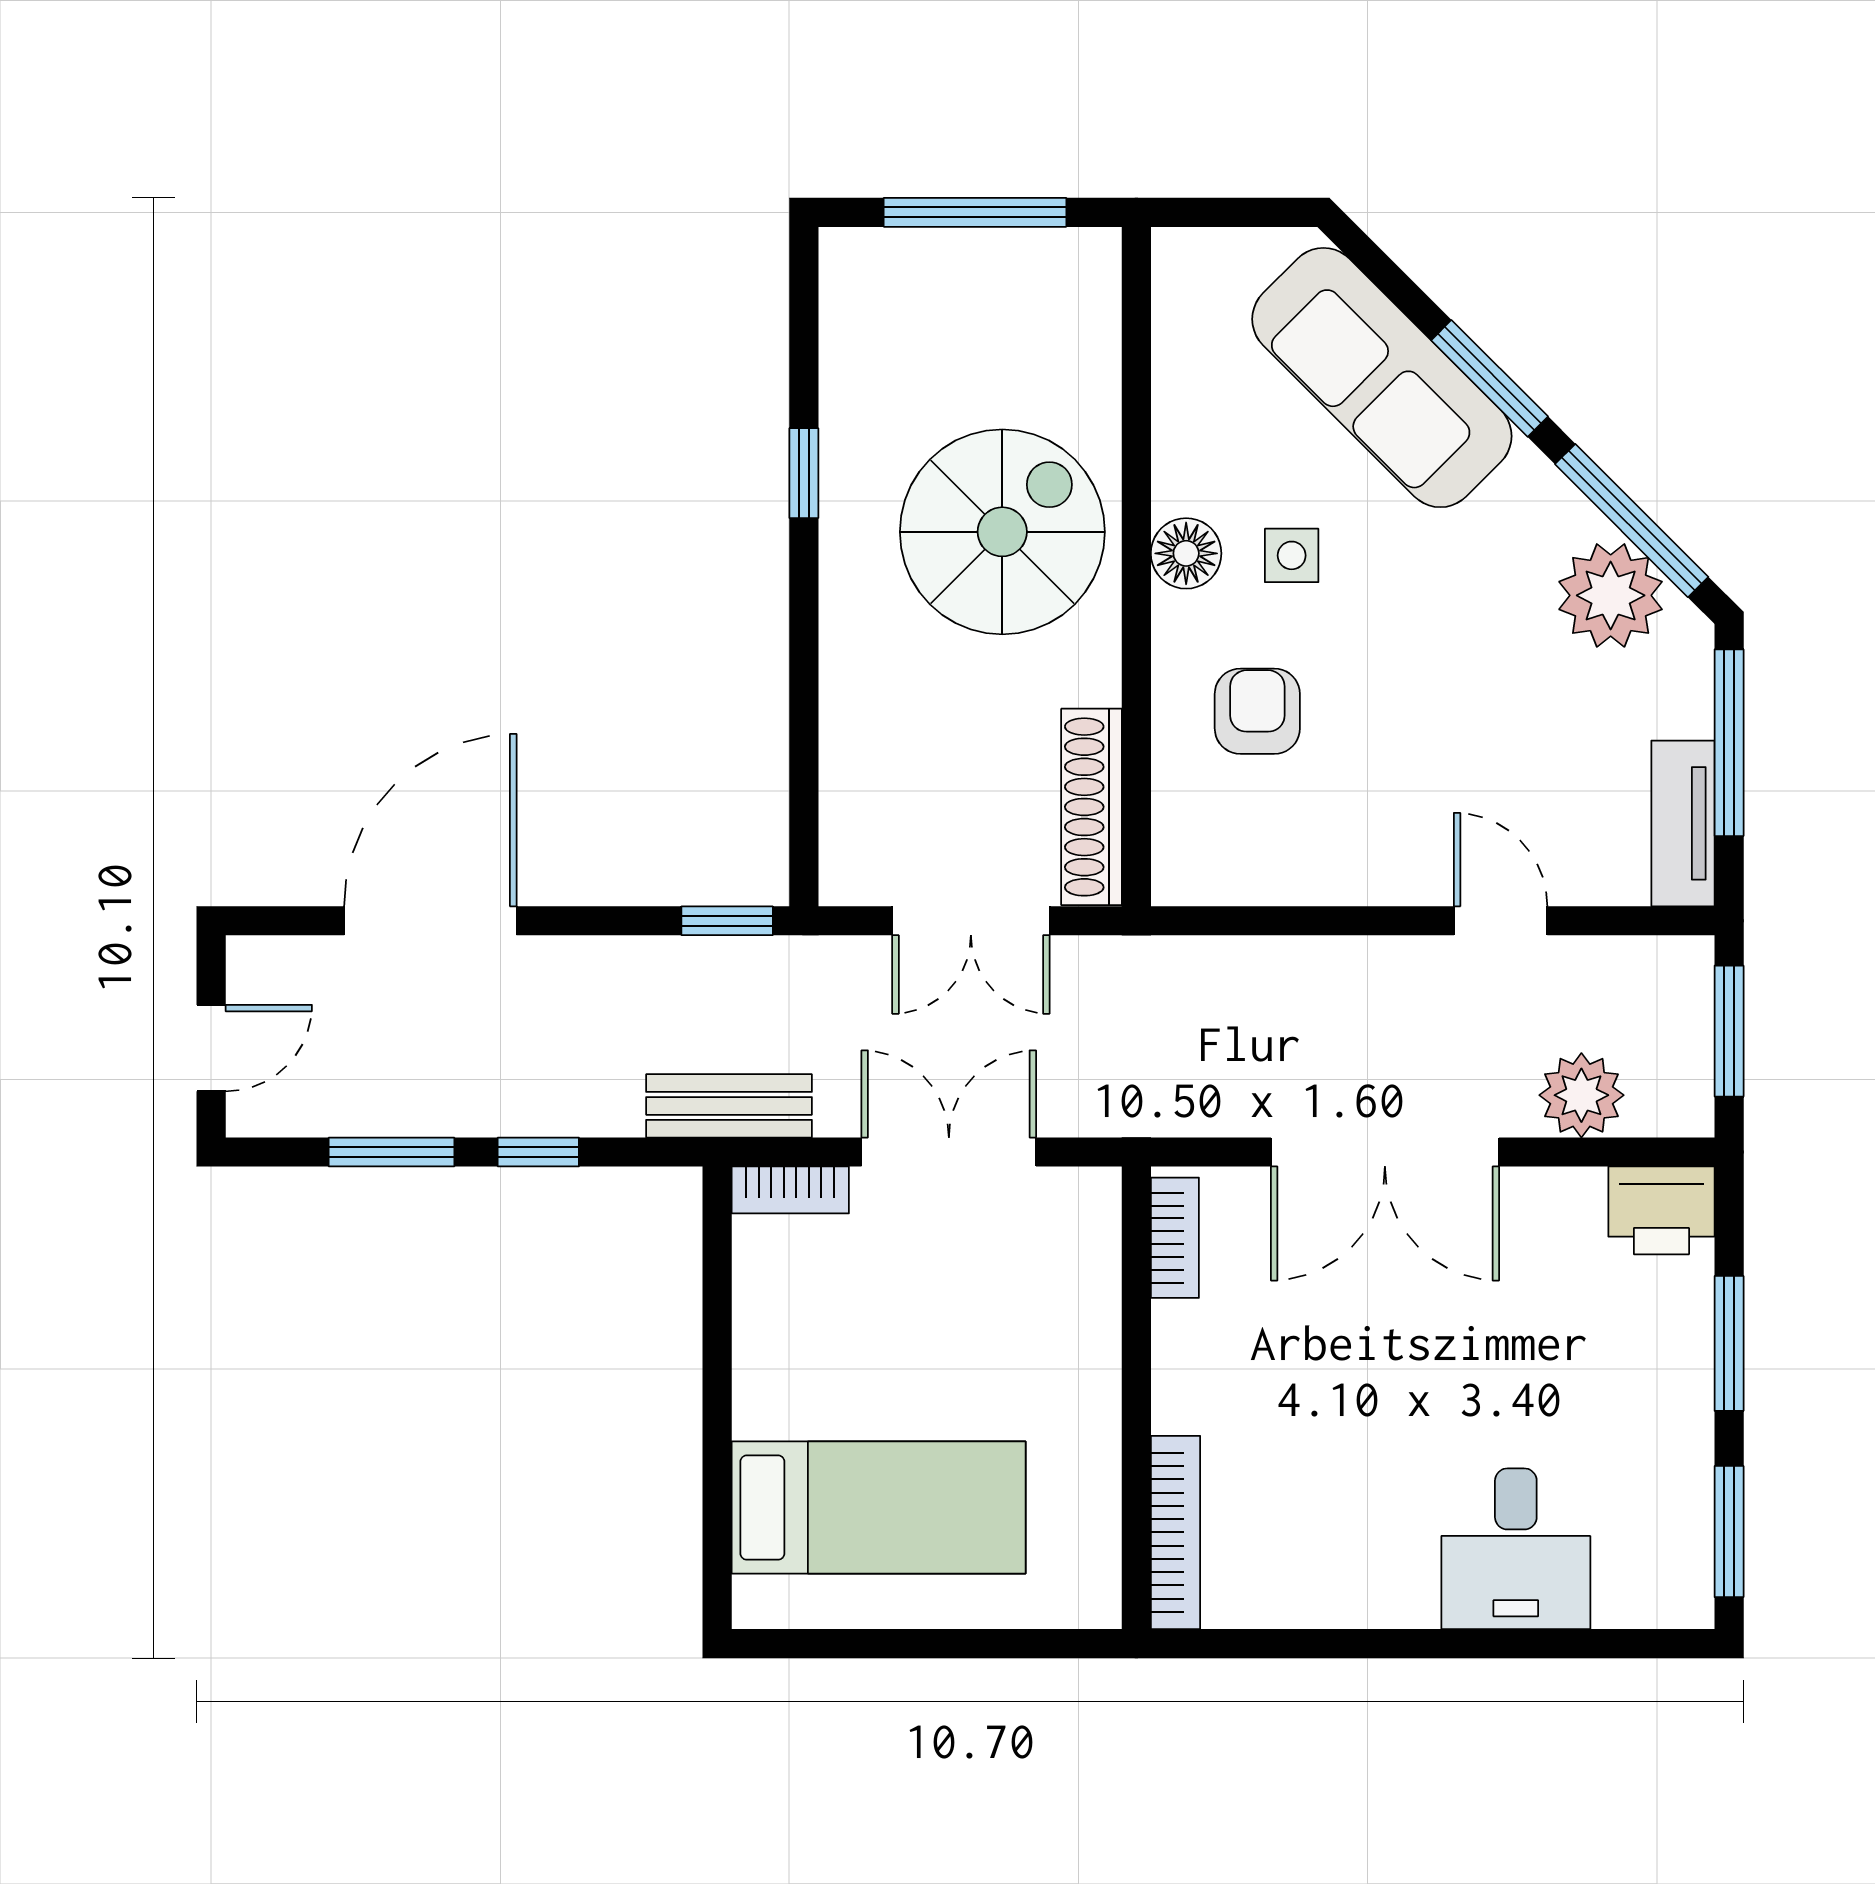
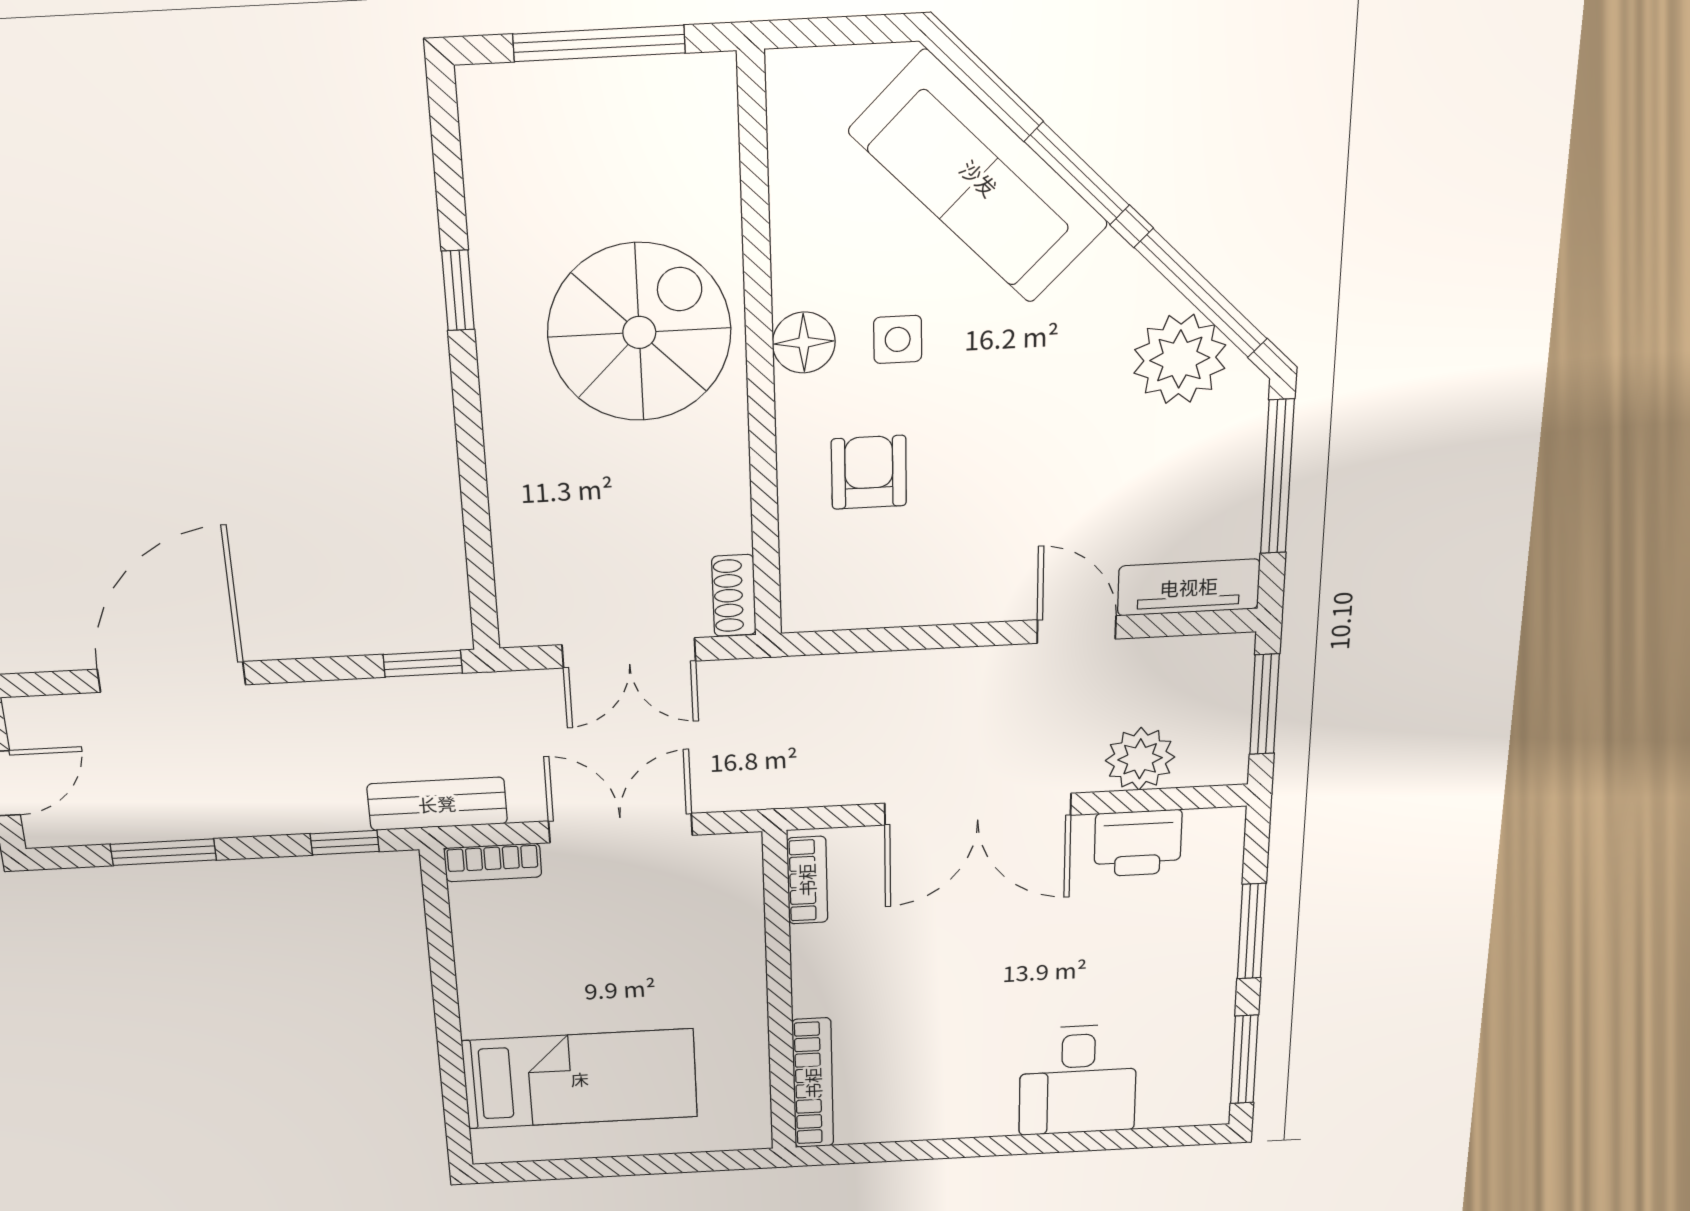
shoe rack: (1092, 807) -> (734, 595), width x0.51, depth x0.81
tv unit: (1683, 823) -> (1189, 587), moved, turned 90
window: (538, 1152) -> (345, 843), moved
printer: (1661, 1210) -> (1138, 843), moved

